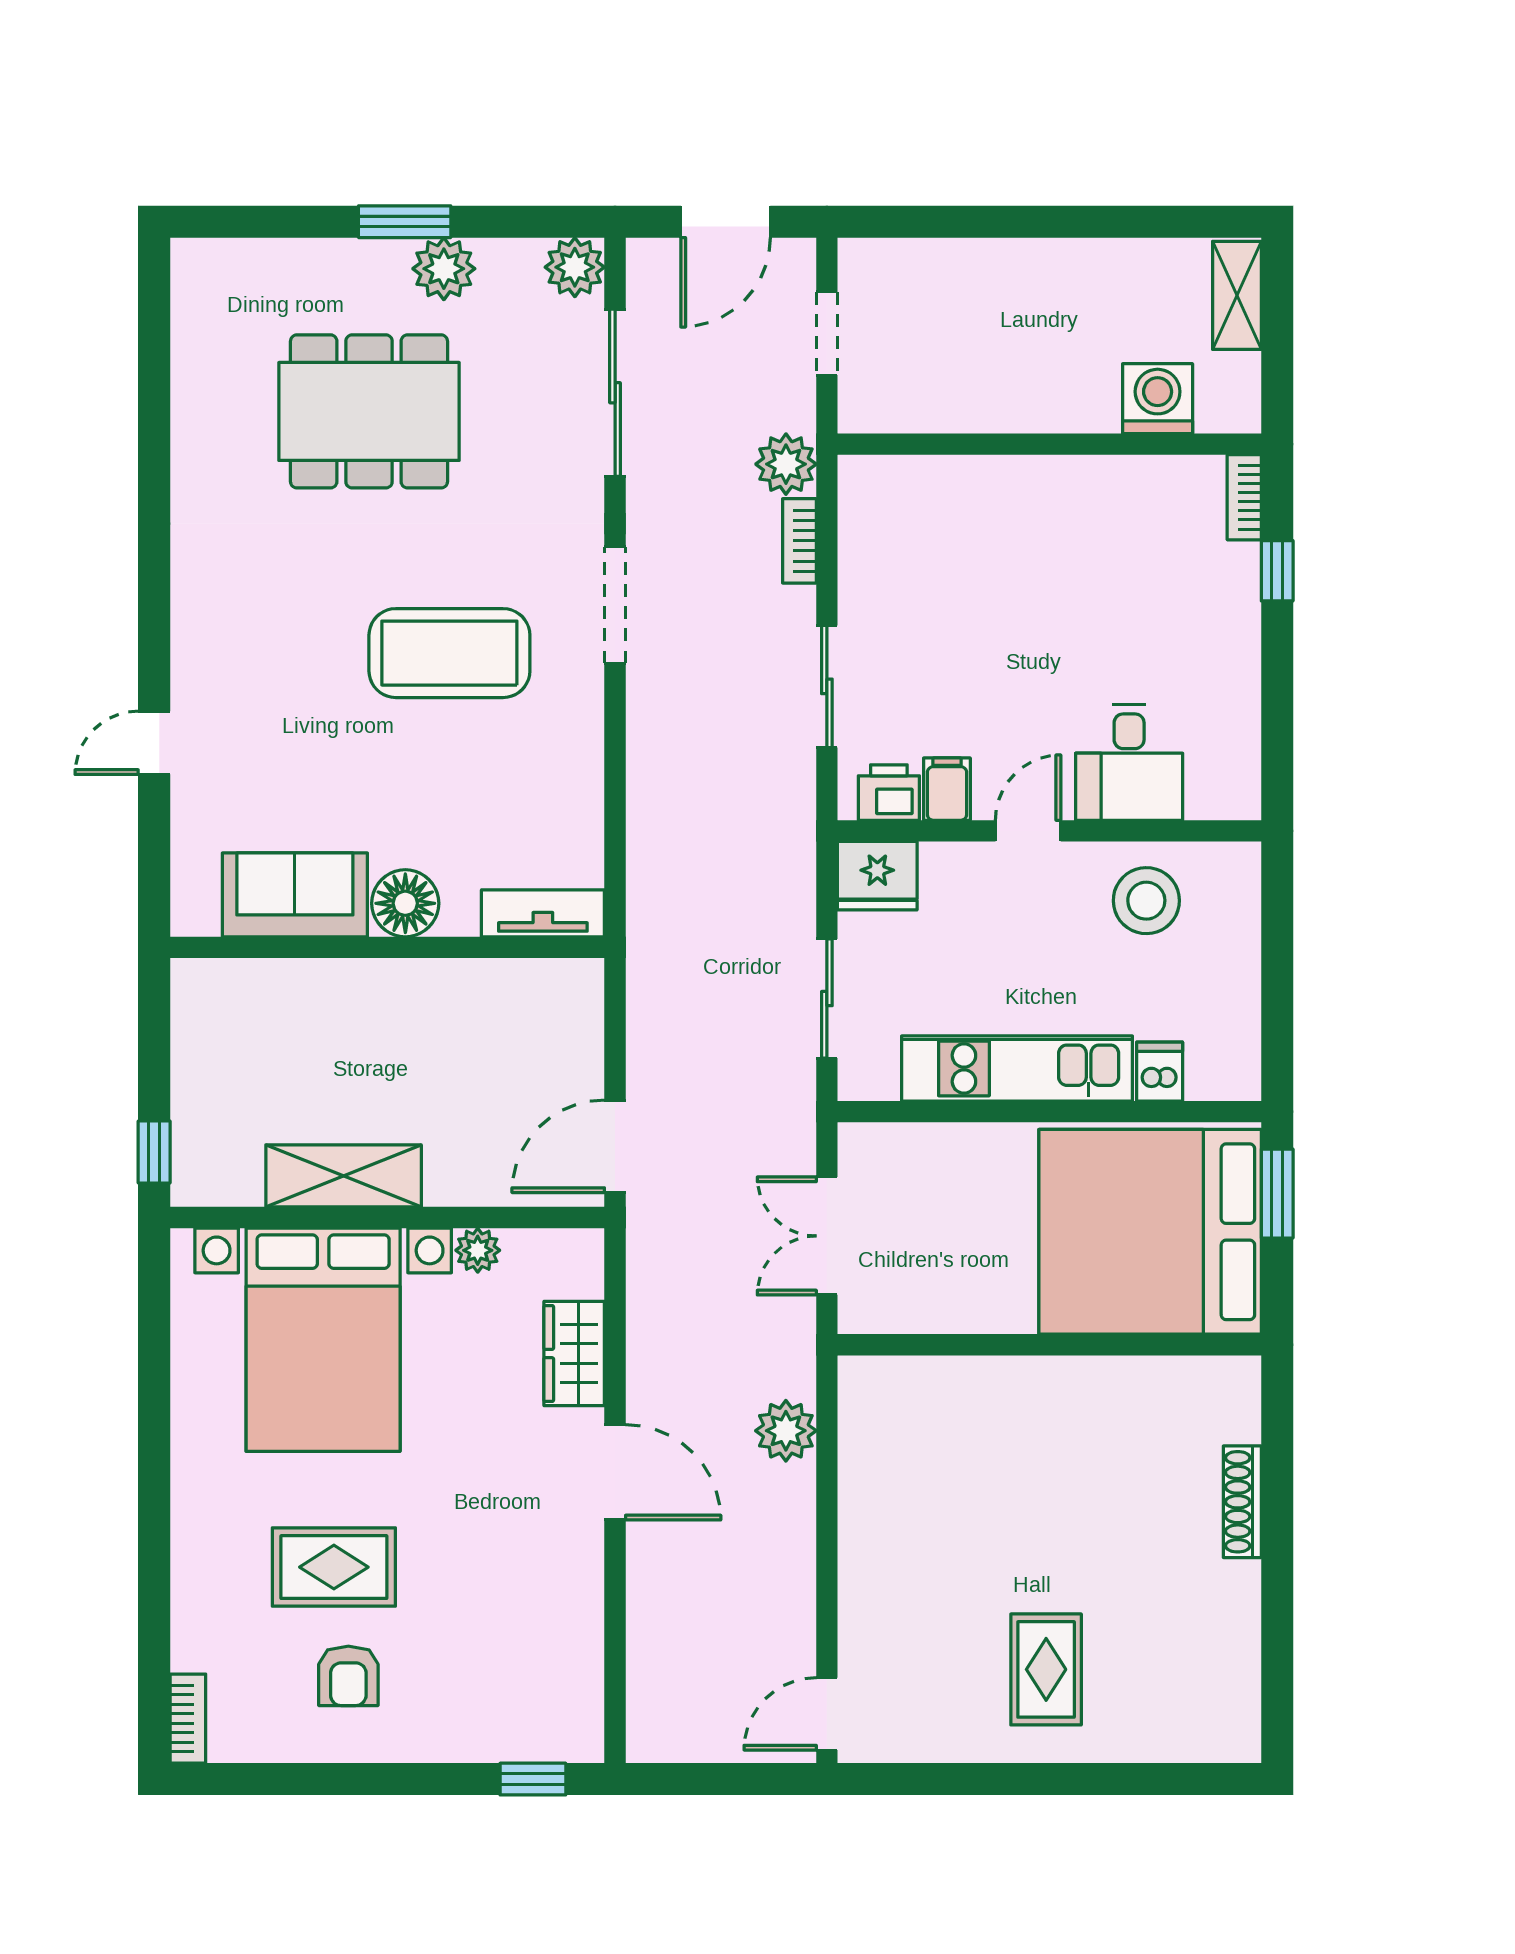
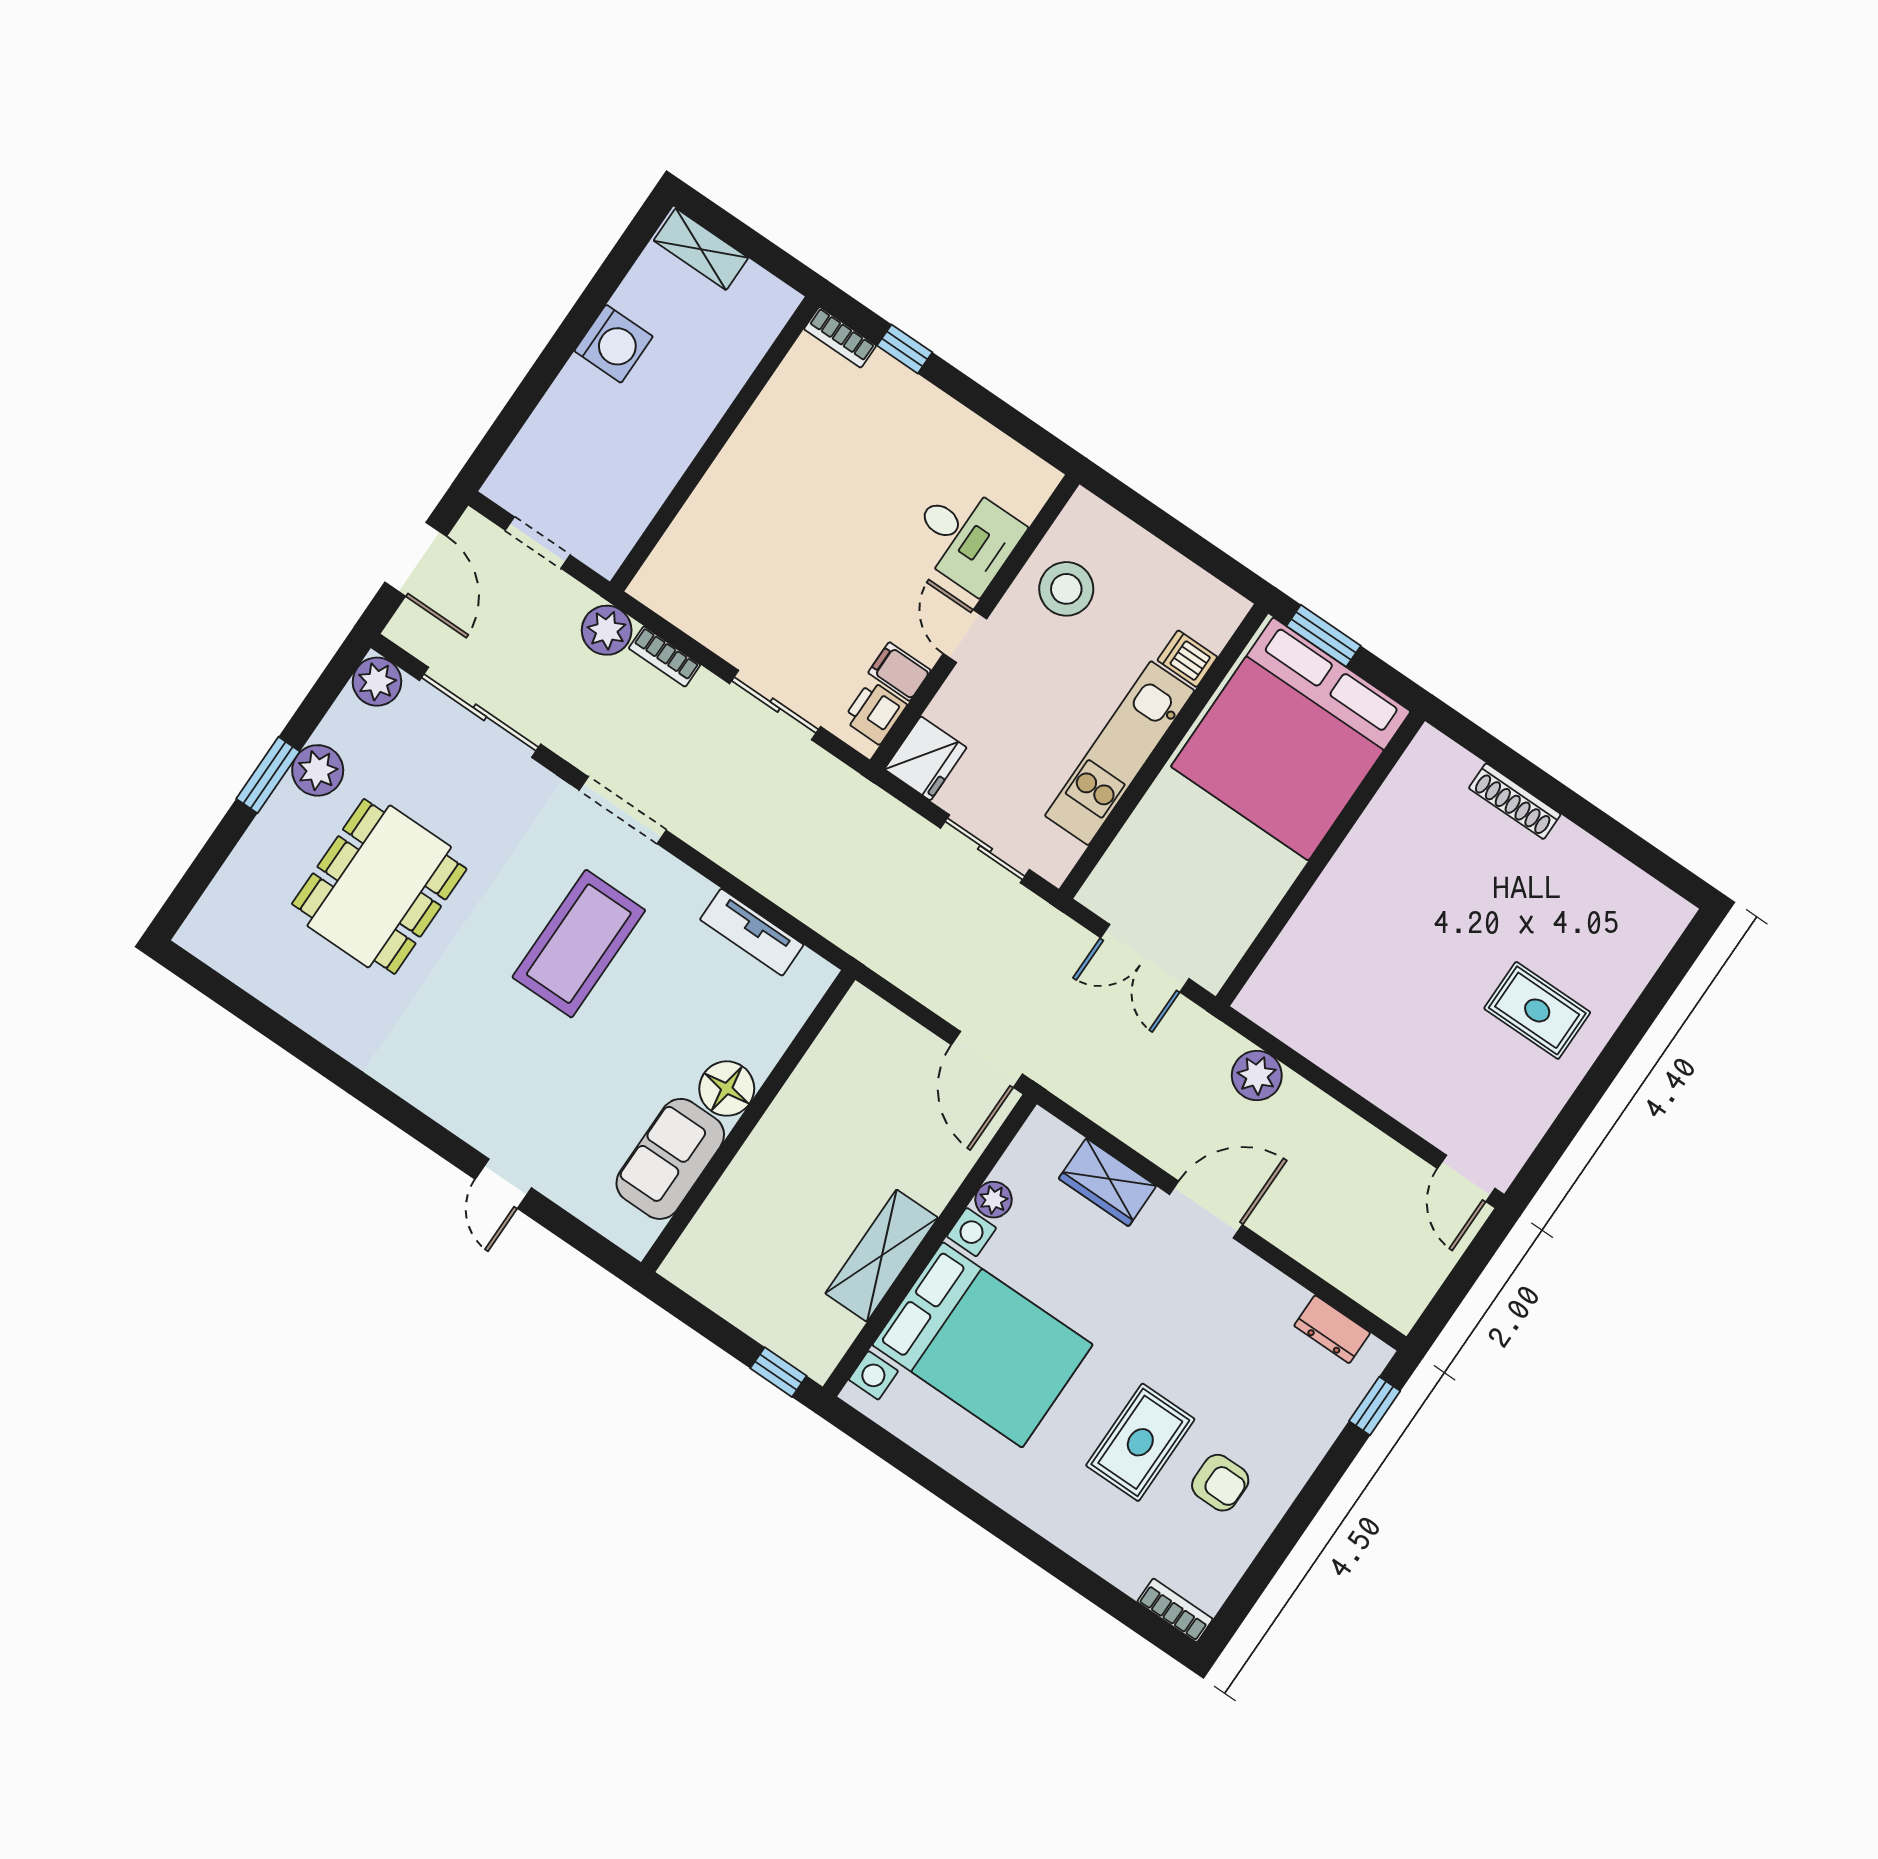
washing machine: (1158, 399) -> (614, 344), moved, turned 180
tv unit: (543, 913) -> (752, 932), moved, turned -90
dresser: (581, 1683) -> (1332, 1329), added

